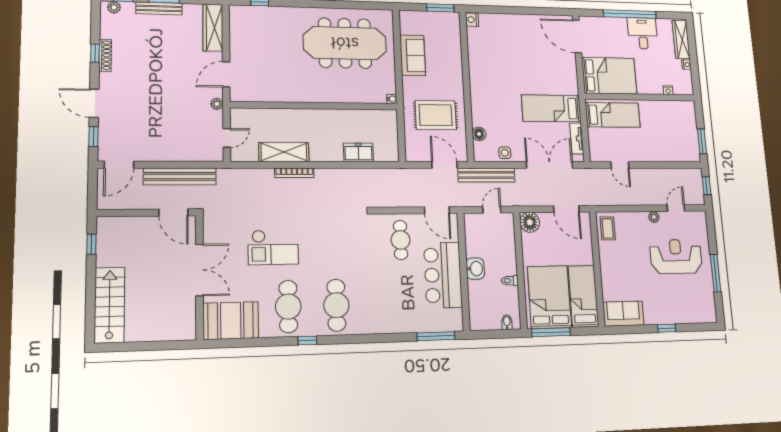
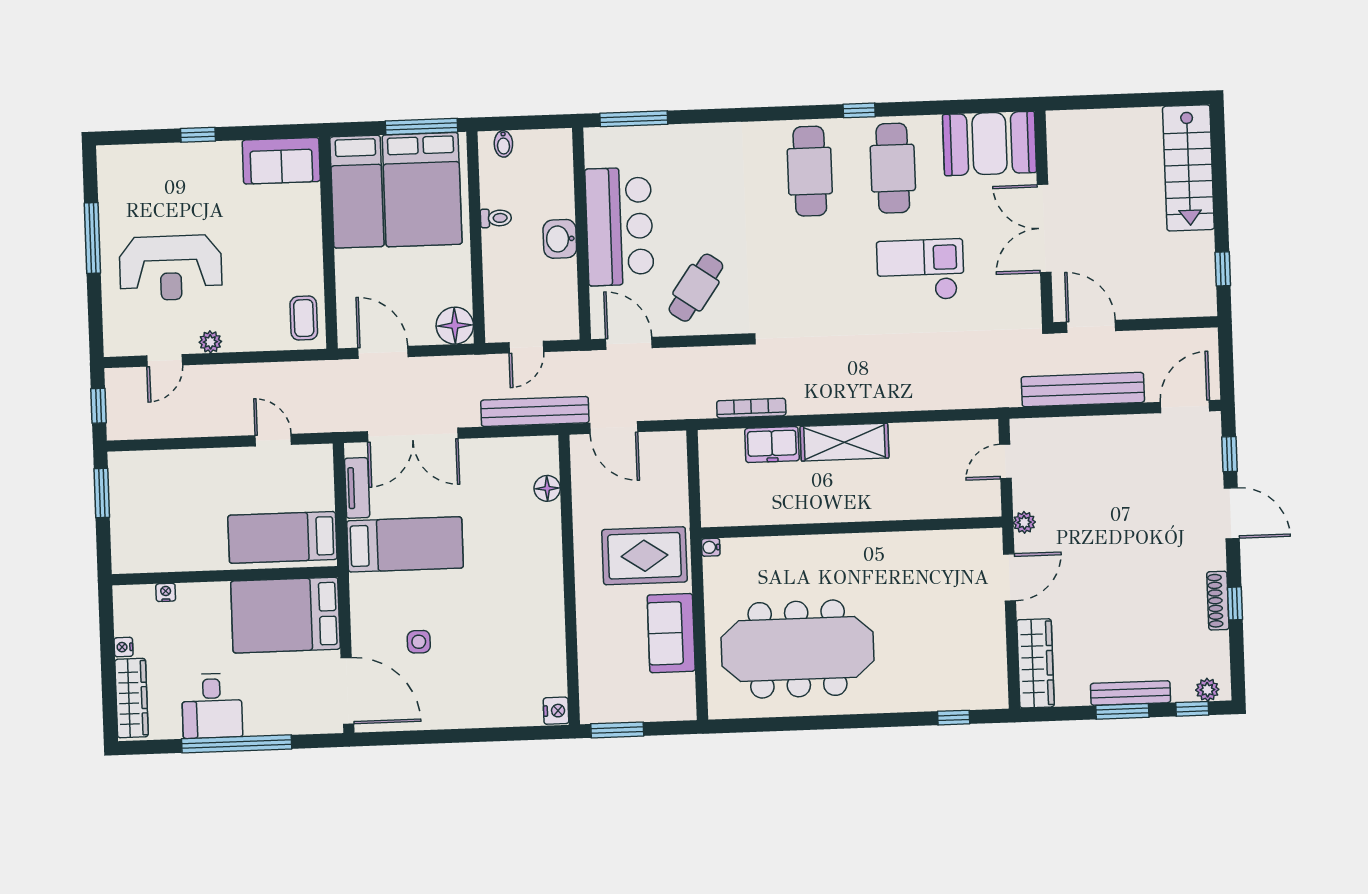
rug: (436, 115) -> (644, 556), moved
shelving: (284, 152) -> (844, 442), moved
side table: (505, 153) -> (419, 642), moved
bookcase: (294, 173) -> (751, 408), moved
cafe table: (401, 240) -> (696, 288), turned 35

